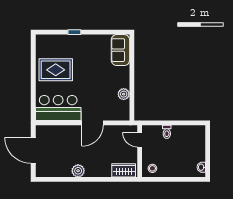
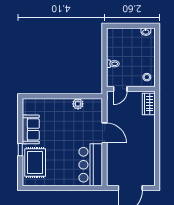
sofa: (120, 50) -> (31, 129), moved, turned -90
rug: (56, 70) -> (35, 162), moved
plant: (78, 171) -> (149, 146), removed

